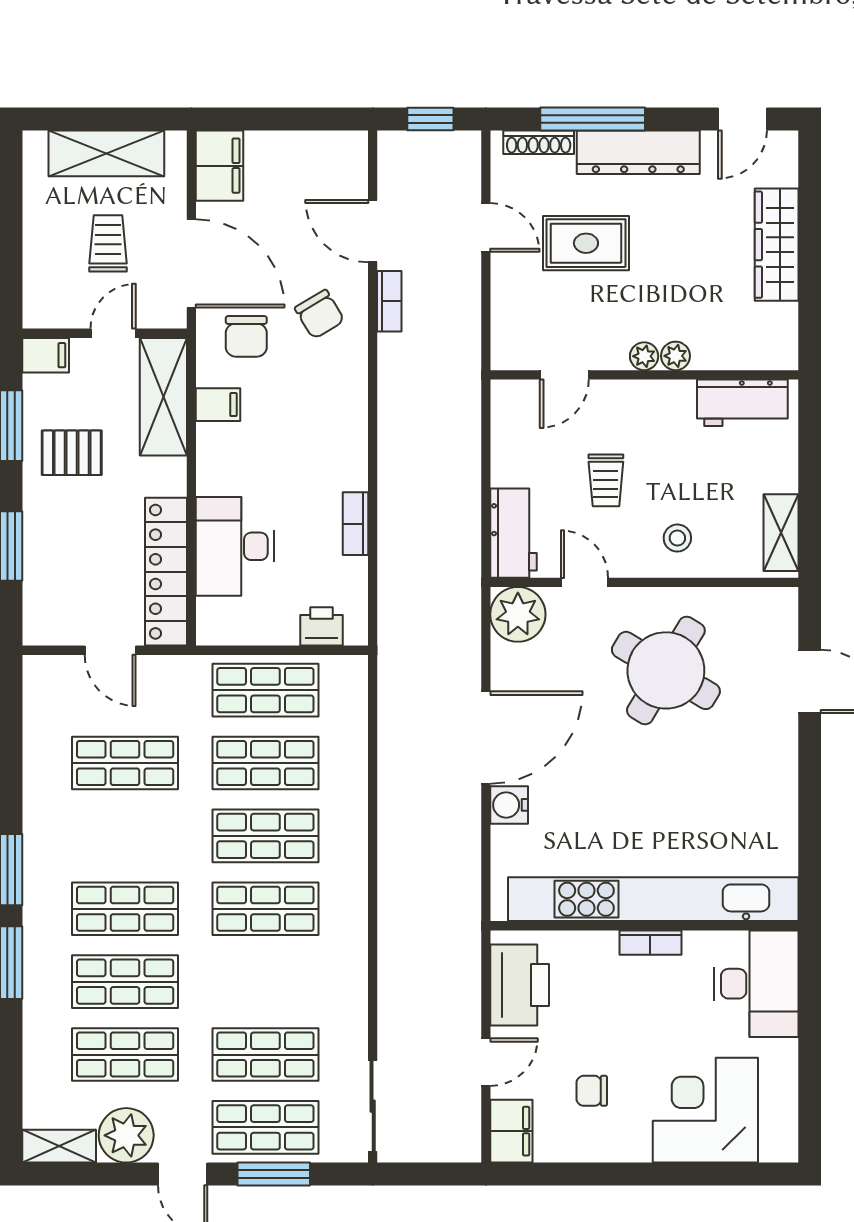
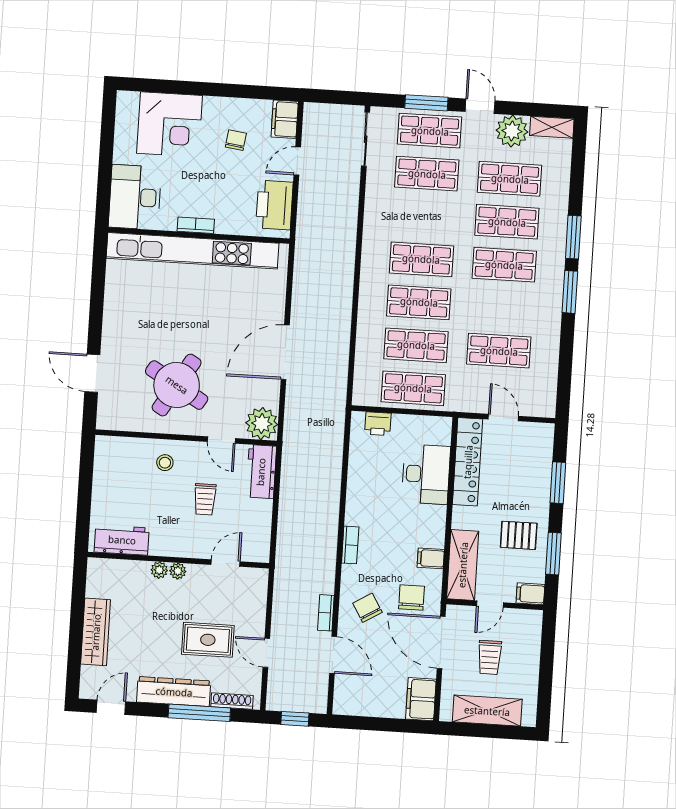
trolley: (606, 480) -> (205, 499), turned 180
bookcase: (355, 524) -> (350, 545), moved
shelving: (781, 533) -> (104, 462), removed
water cooler: (509, 805) -> (274, 312), removed
chair: (592, 1091) -> (236, 140), turned -82

